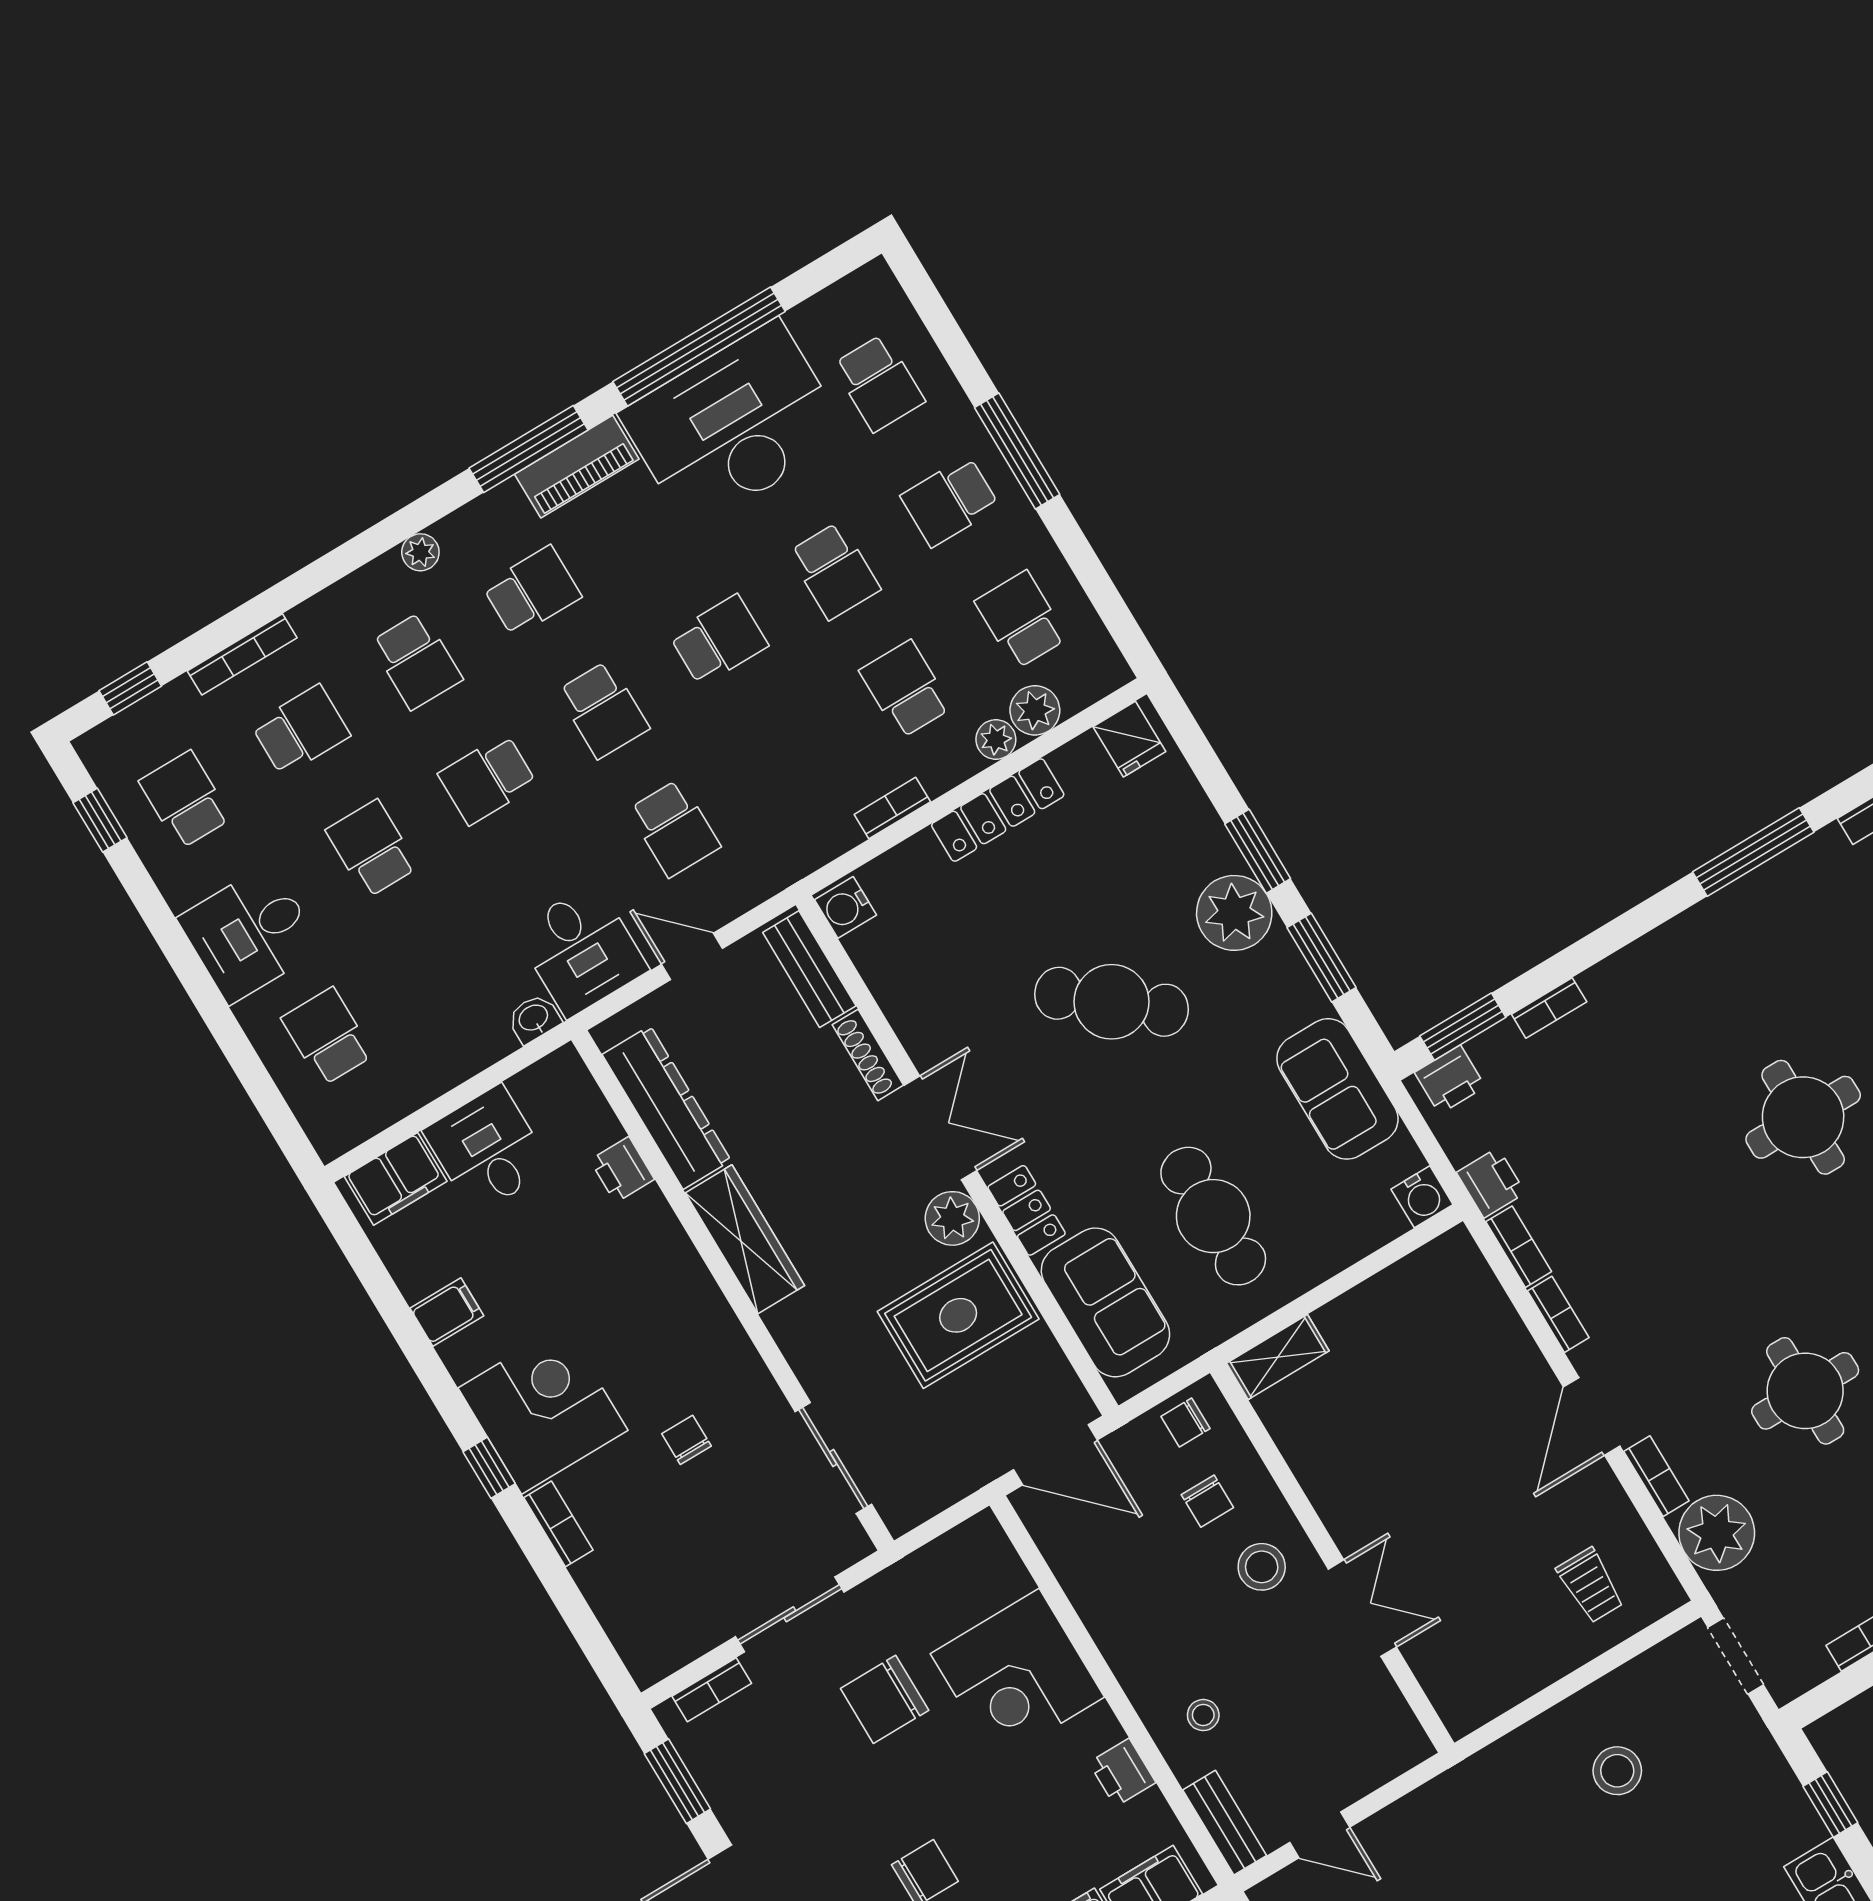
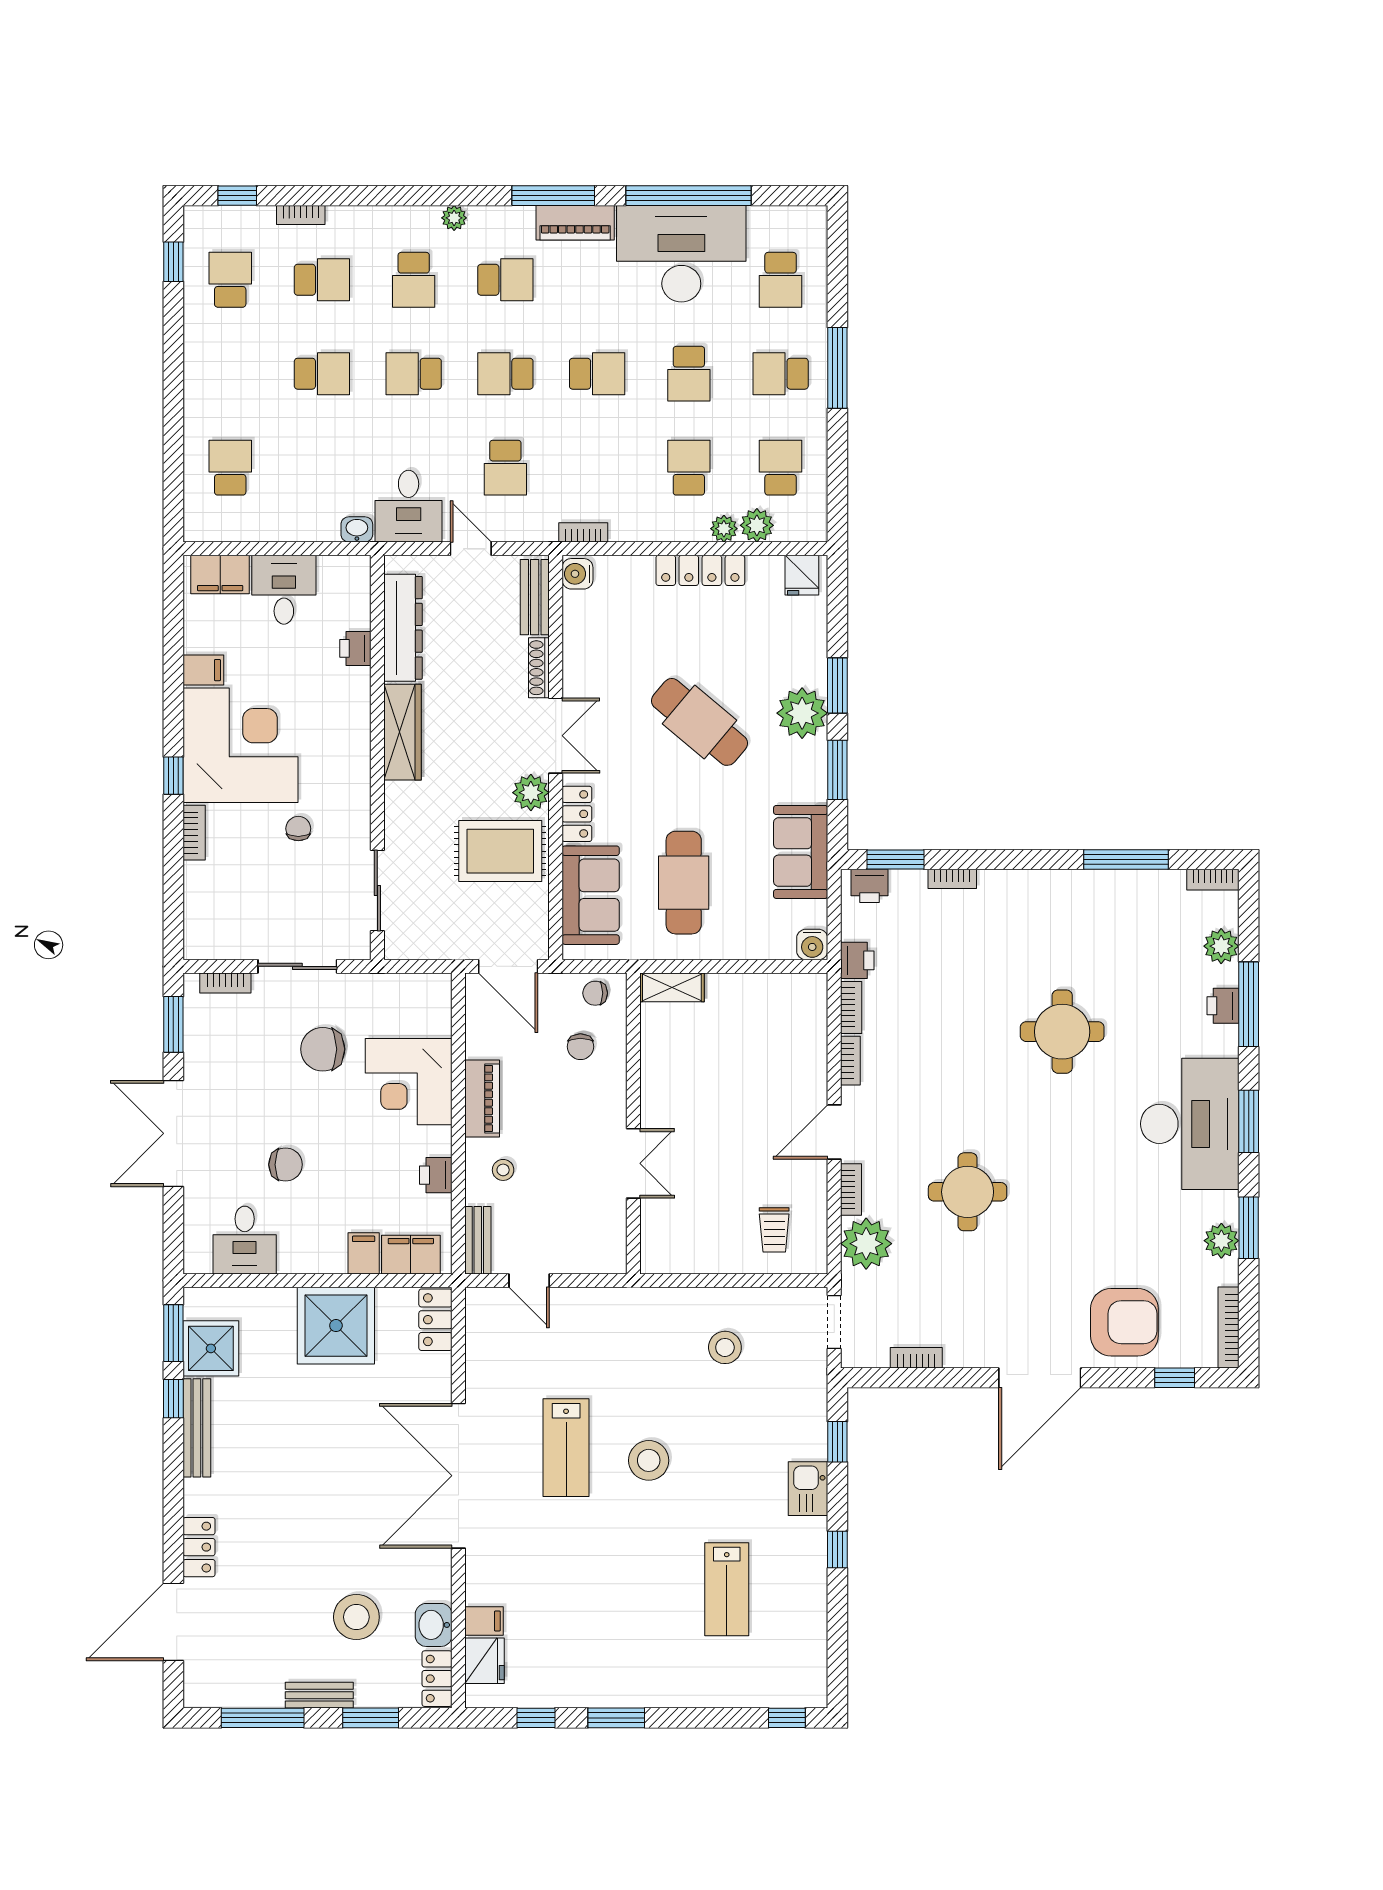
bookcase: (242, 654) -> (301, 215), width x0.64
school desk: (603, 710) -> (505, 374), turned 90
bookcase: (892, 808) -> (583, 532), moved
school desk: (372, 849) -> (322, 374), turned 90
desk: (250, 934) -> (221, 380), removed
corner desk: (543, 1409) -> (240, 745), width x1.36, depth x1.36
stool: (1262, 1567) -> (589, 1104), removed
piano: (1123, 1641) -> (482, 1099), added

